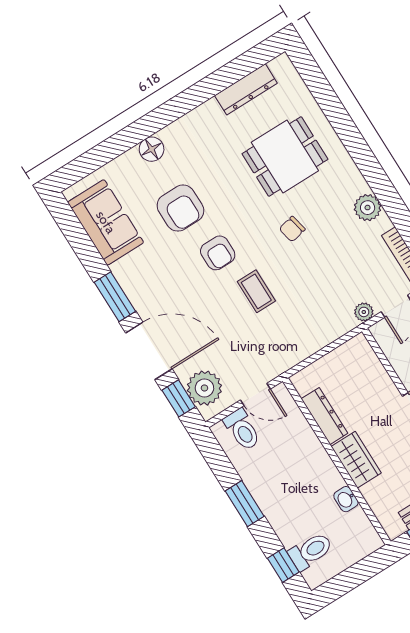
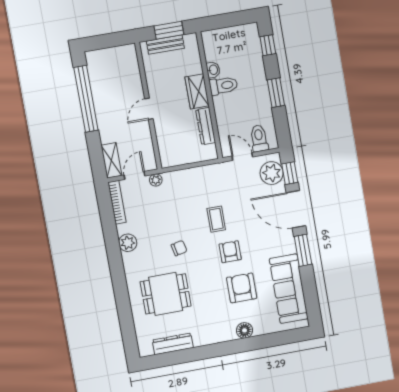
sofa: (106, 222) -> (289, 289), width x1.36
toilet: (311, 551) -> (223, 86), moved, turned 180

